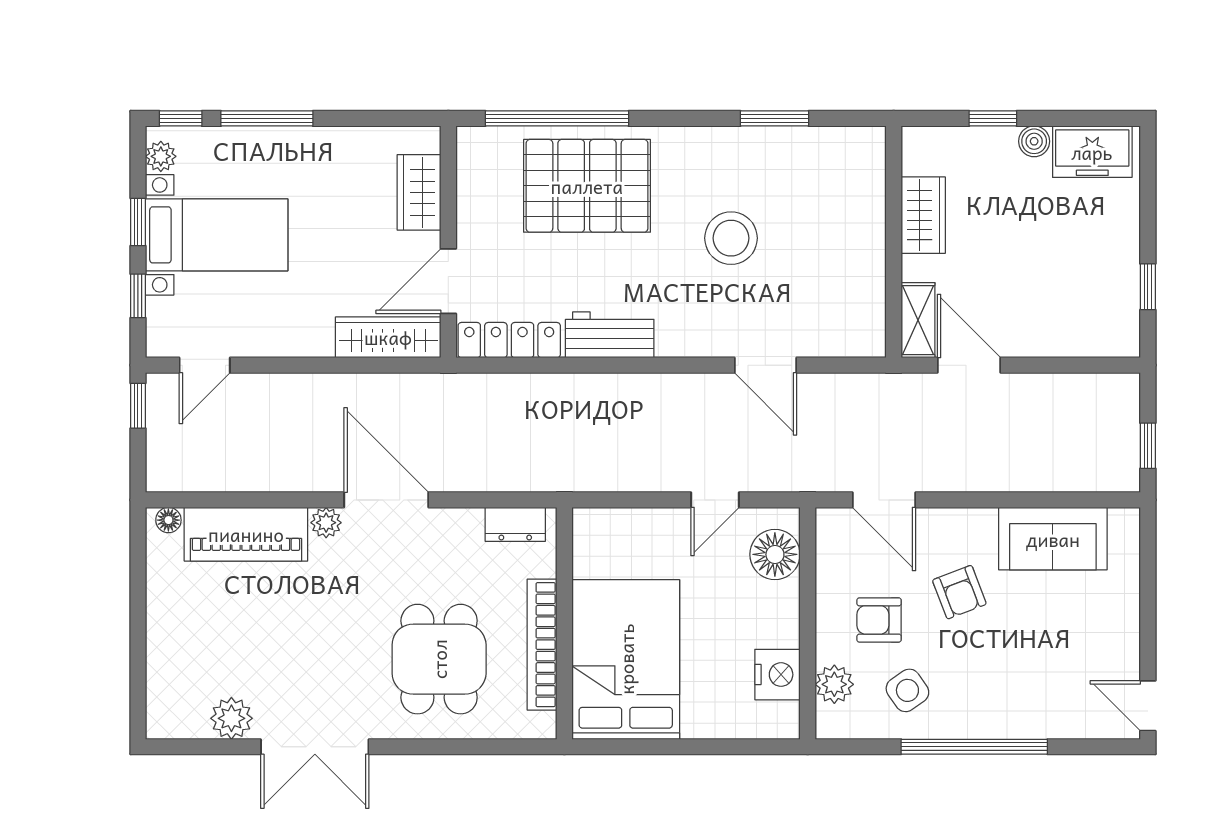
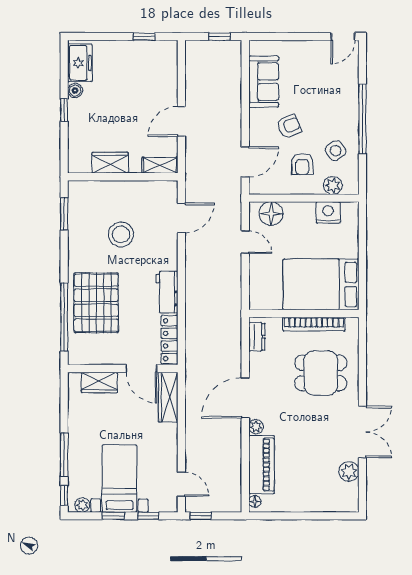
wardrobe: (923, 215) -> (110, 163), moved
wall: (894, 242) -> (123, 177), moved
shelving: (918, 320) -> (160, 165), moved

